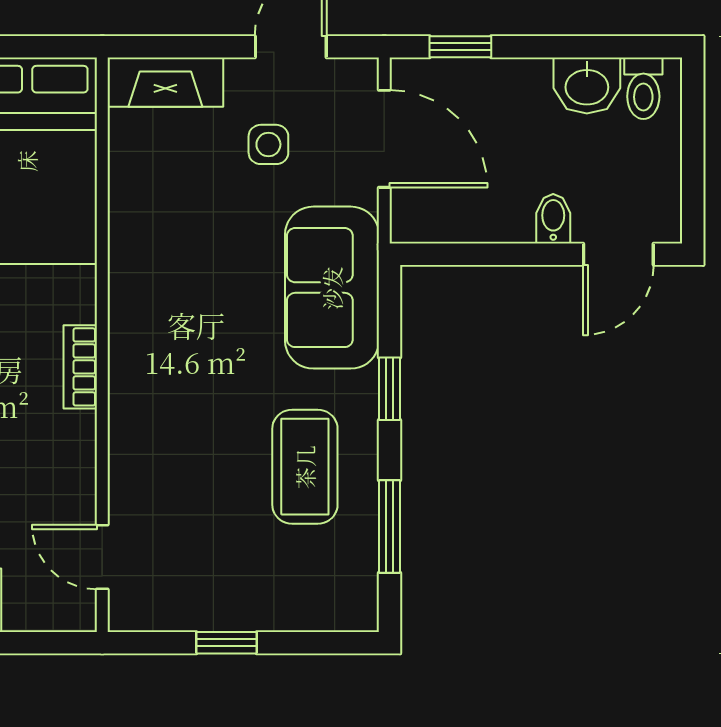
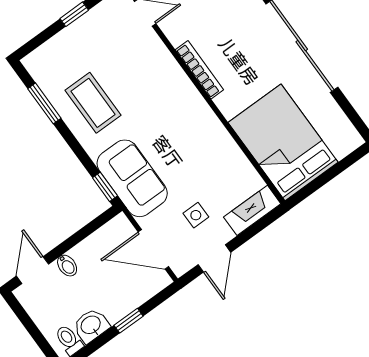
window: (460, 47) -> (129, 321), moved
bookcase: (80, 367) -> (199, 70), width x1.56
window: (390, 389) -> (105, 187), moved

